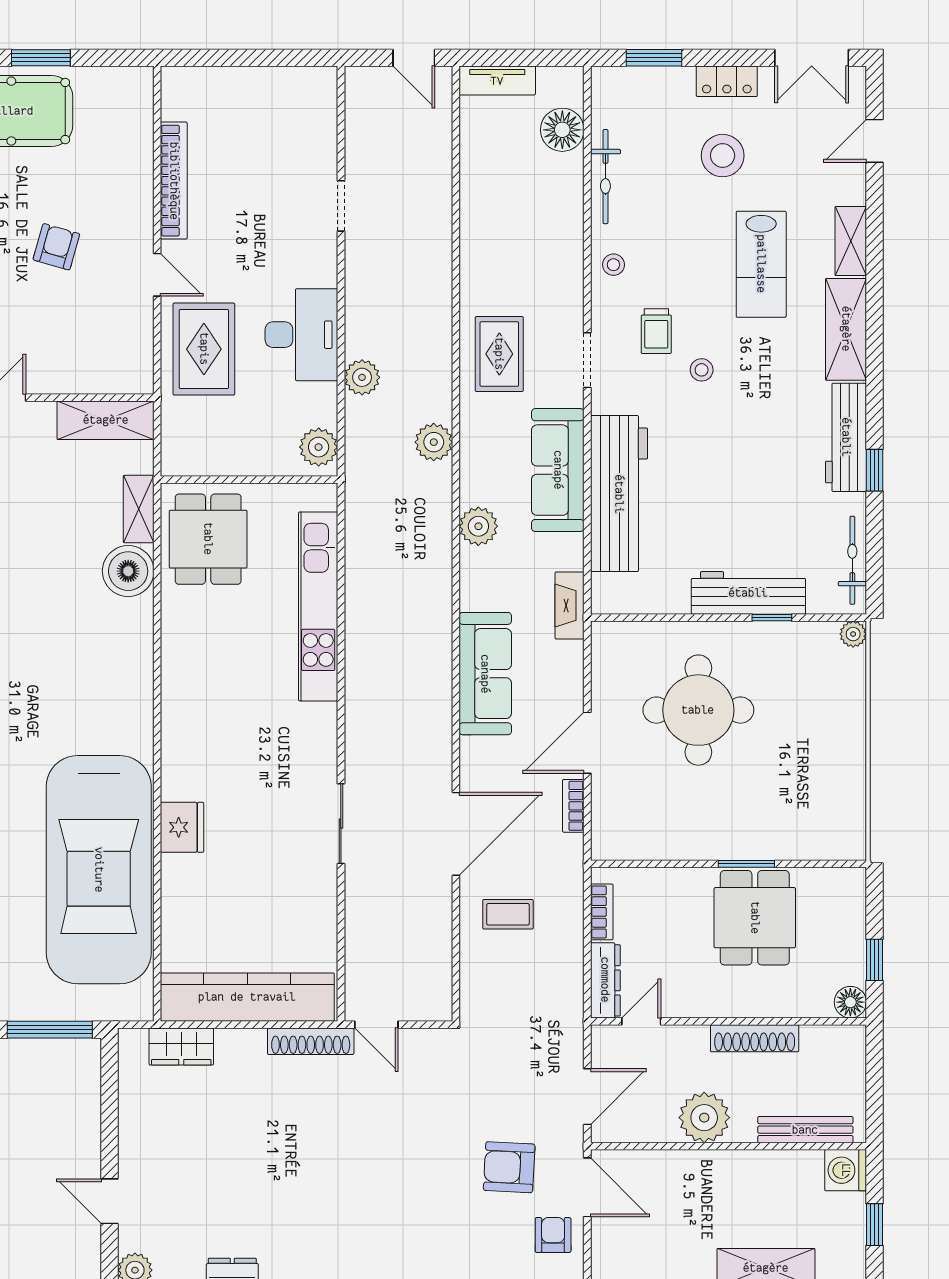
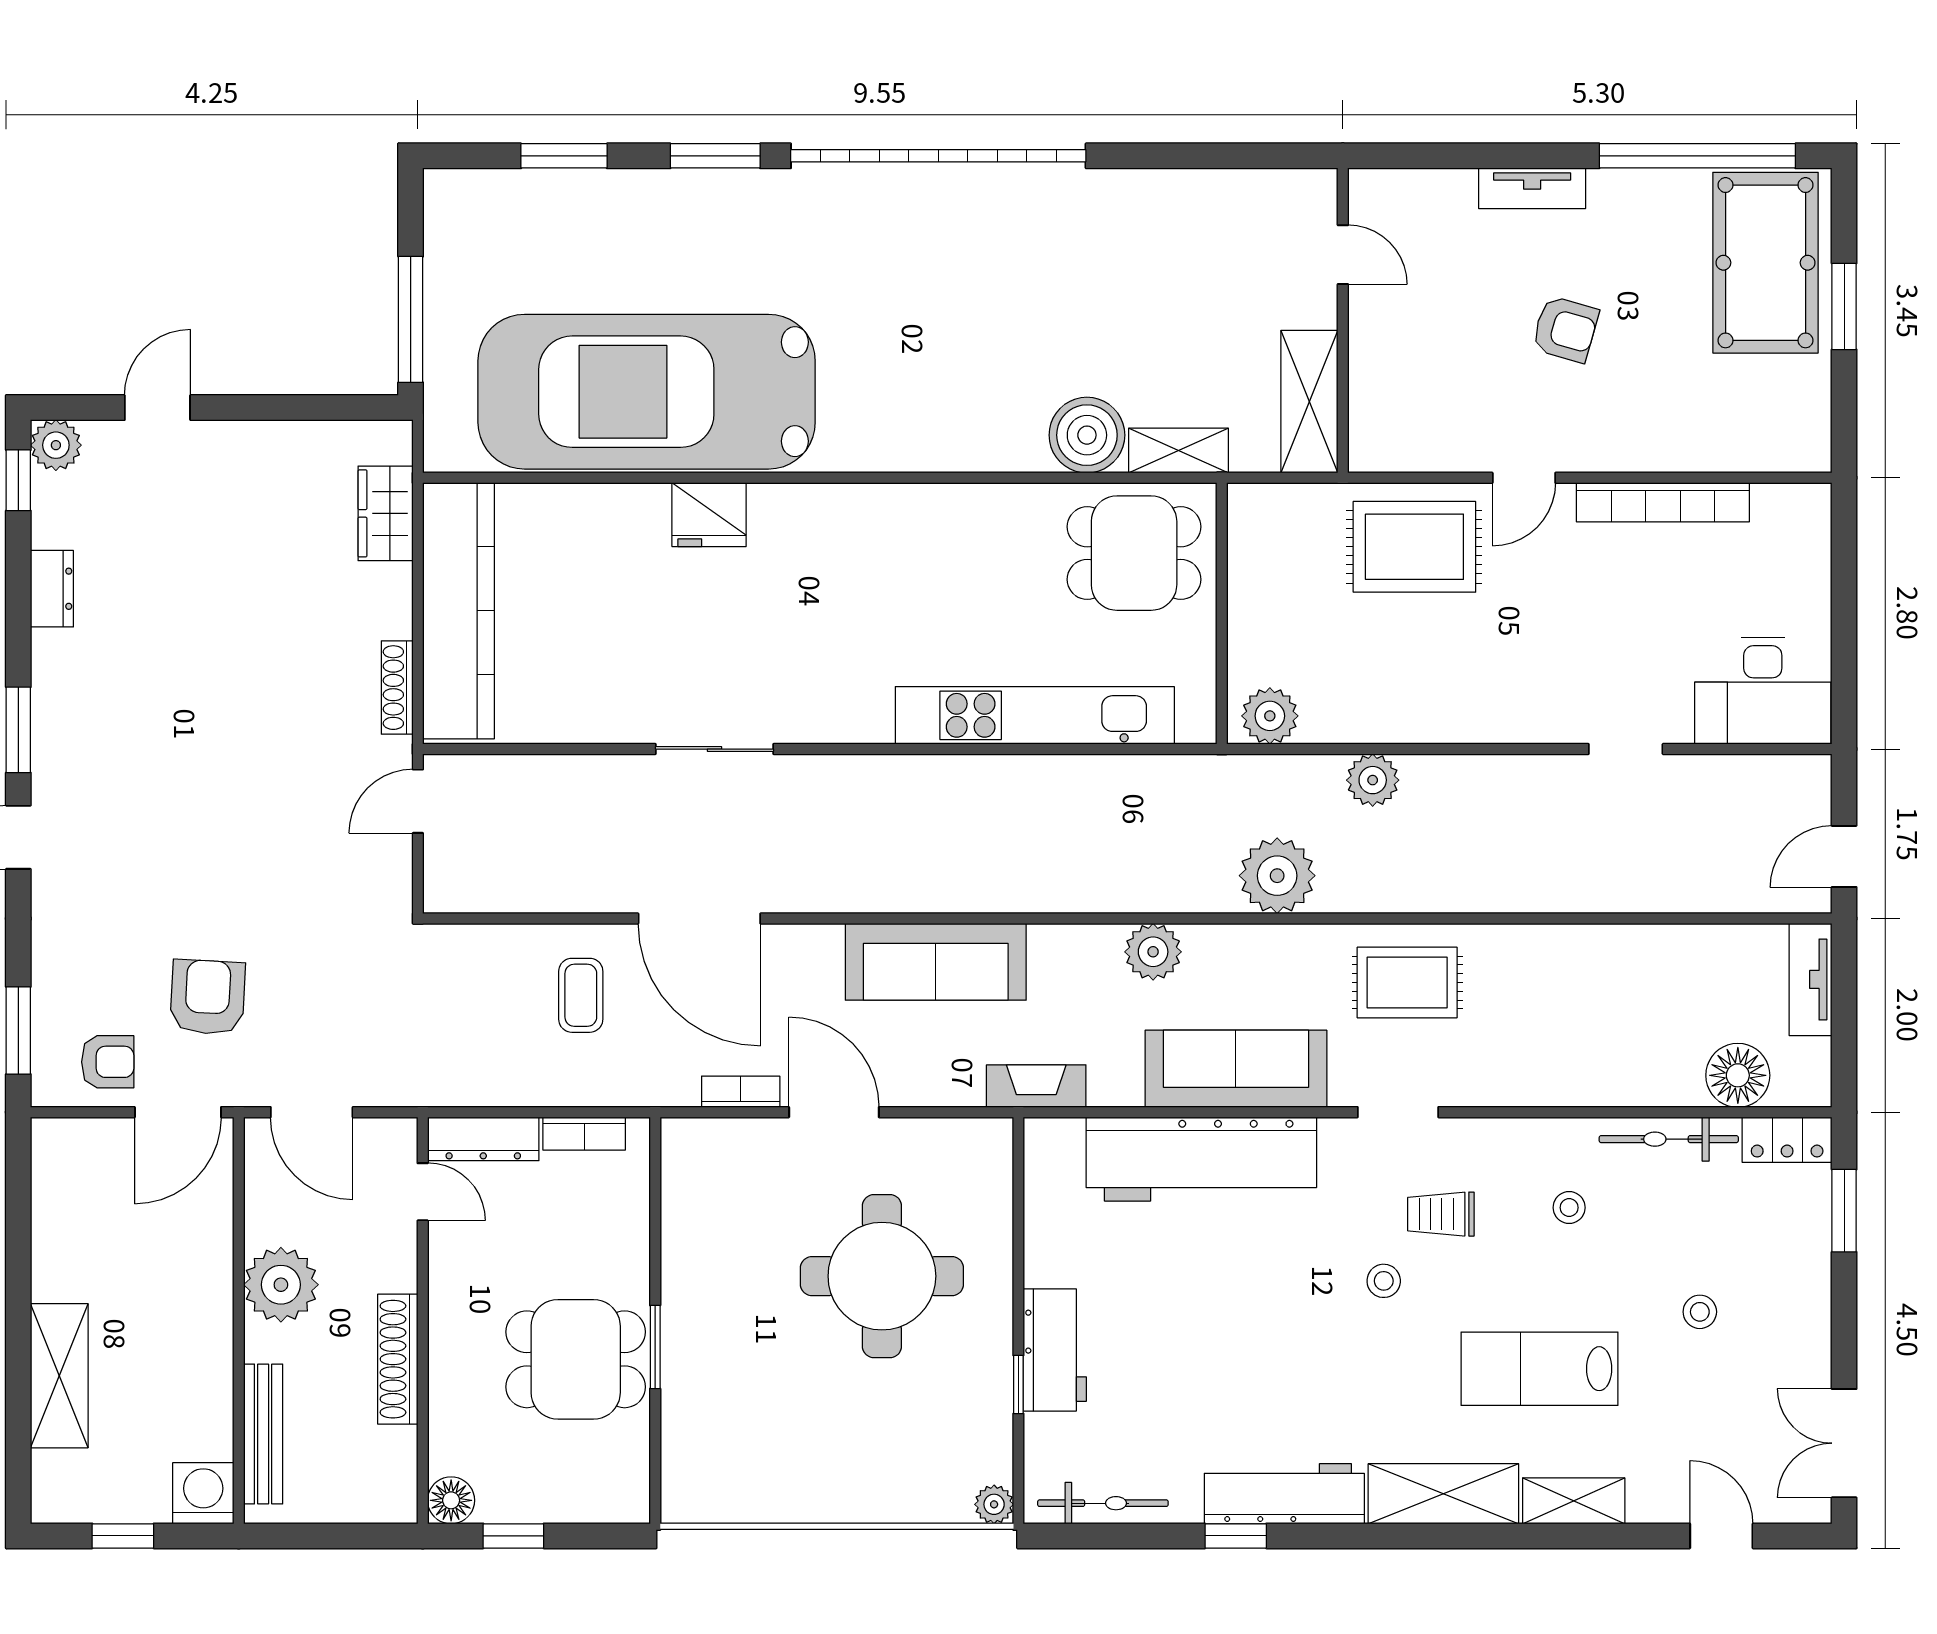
locker: (727, 81) -> (1787, 1140), moved, turned -90
stool: (723, 156) -> (1700, 1312), width x0.53, depth x0.53
stool: (613, 265) -> (1569, 1208), moved
desk: (301, 335) -> (1763, 691), moved
plant: (434, 442) -> (1277, 876), width x1.36, depth x1.36
workbench: (748, 593) -> (1055, 1350), width x0.73
shoe rack: (311, 1041) -> (397, 688), width x0.74, depth x0.81

